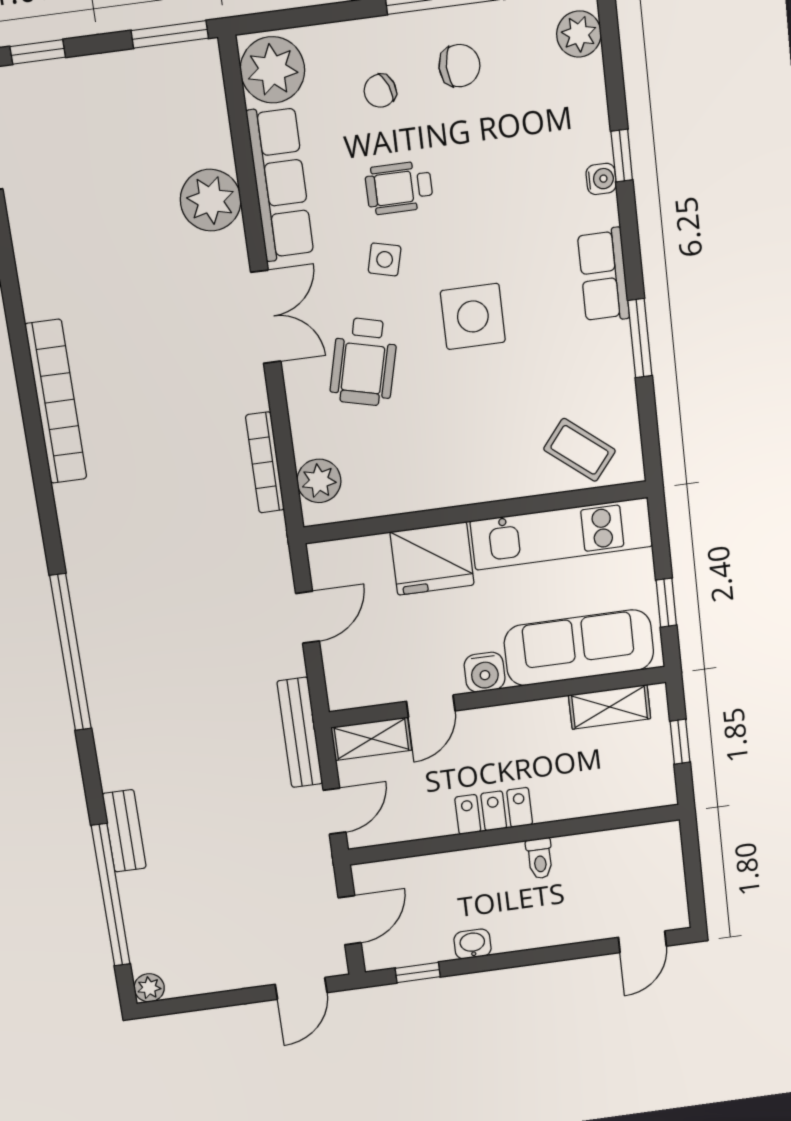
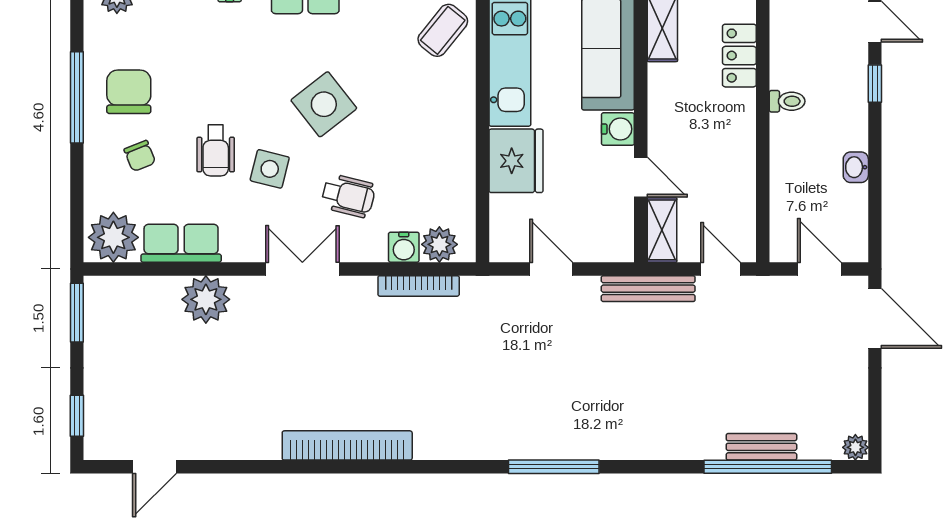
chair: (459, 66) -> (129, 92), width x1.37, depth x1.37
row of seats: (280, 183) -> (181, 243), width x0.68
side table: (385, 259) -> (270, 169), width x1.37, depth x1.37
side table: (473, 316) -> (324, 104), turned -38
wheelchair: (364, 362) -> (348, 196), width x0.73, depth x0.73
water cooler: (310, 438) -> (404, 247), added
window: (71, 652) -> (554, 467), width x0.68
locker: (494, 811) -> (739, 56), moved
bench: (124, 831) -> (761, 447), moved
window: (418, 972) -> (875, 84), moved
door: (301, 988) -> (875, 318), width x1.38

